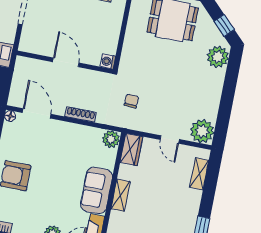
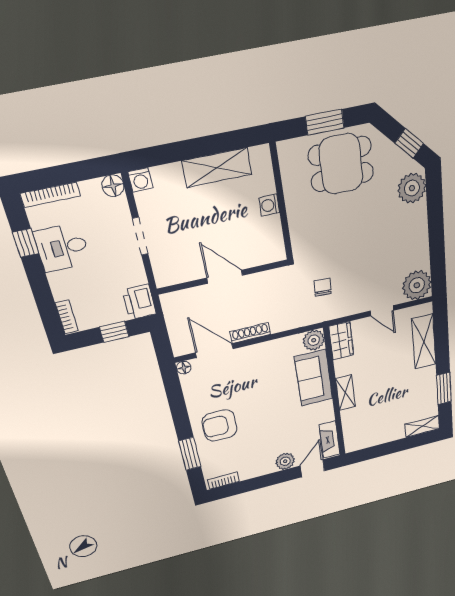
washing machine: (108, 61) -> (269, 205), moved
shoe rack: (81, 114) -> (250, 333), moved
shelving: (199, 174) -> (424, 342), width x1.50, depth x1.33
sofa: (96, 190) -> (314, 378), moved

